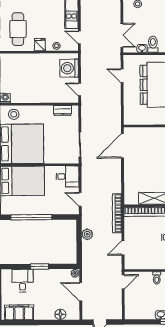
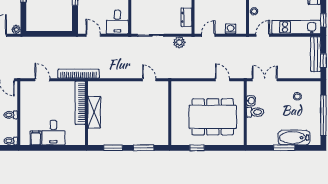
double door: (122, 35) -> (265, 80), swing flipped
washing machine: (69, 68) -> (231, 29), width x0.53, depth x0.53
door: (122, 76) -> (222, 80), hinge flipped
door: (122, 146) -> (149, 80), width x0.53
door: (80, 199) -> (93, 35), hinge flipped
plant: (87, 234) -> (179, 42), moved

